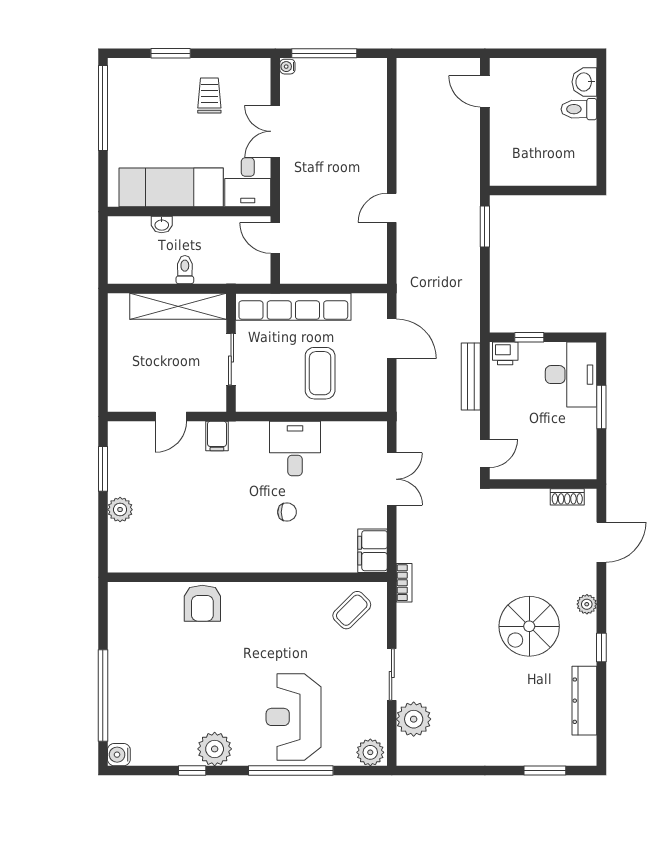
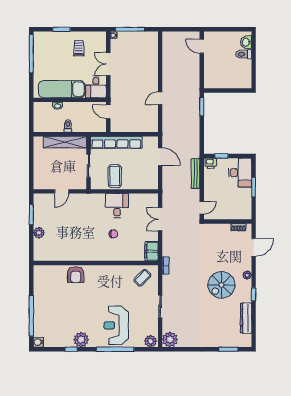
coffee table: (320, 373) -> (115, 176), moved
filing cabinet: (217, 436) -> (82, 200), removed
double door: (392, 479) -> (160, 219), swing flipped
plant: (414, 719) -> (170, 339), moved

